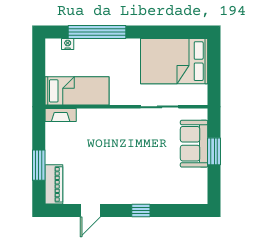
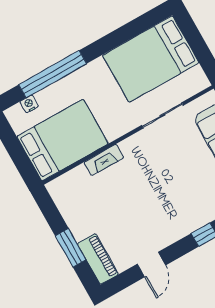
bed: (77, 91) -> (63, 140), width x1.50
fireplace: (61, 115) -> (104, 160), moved

